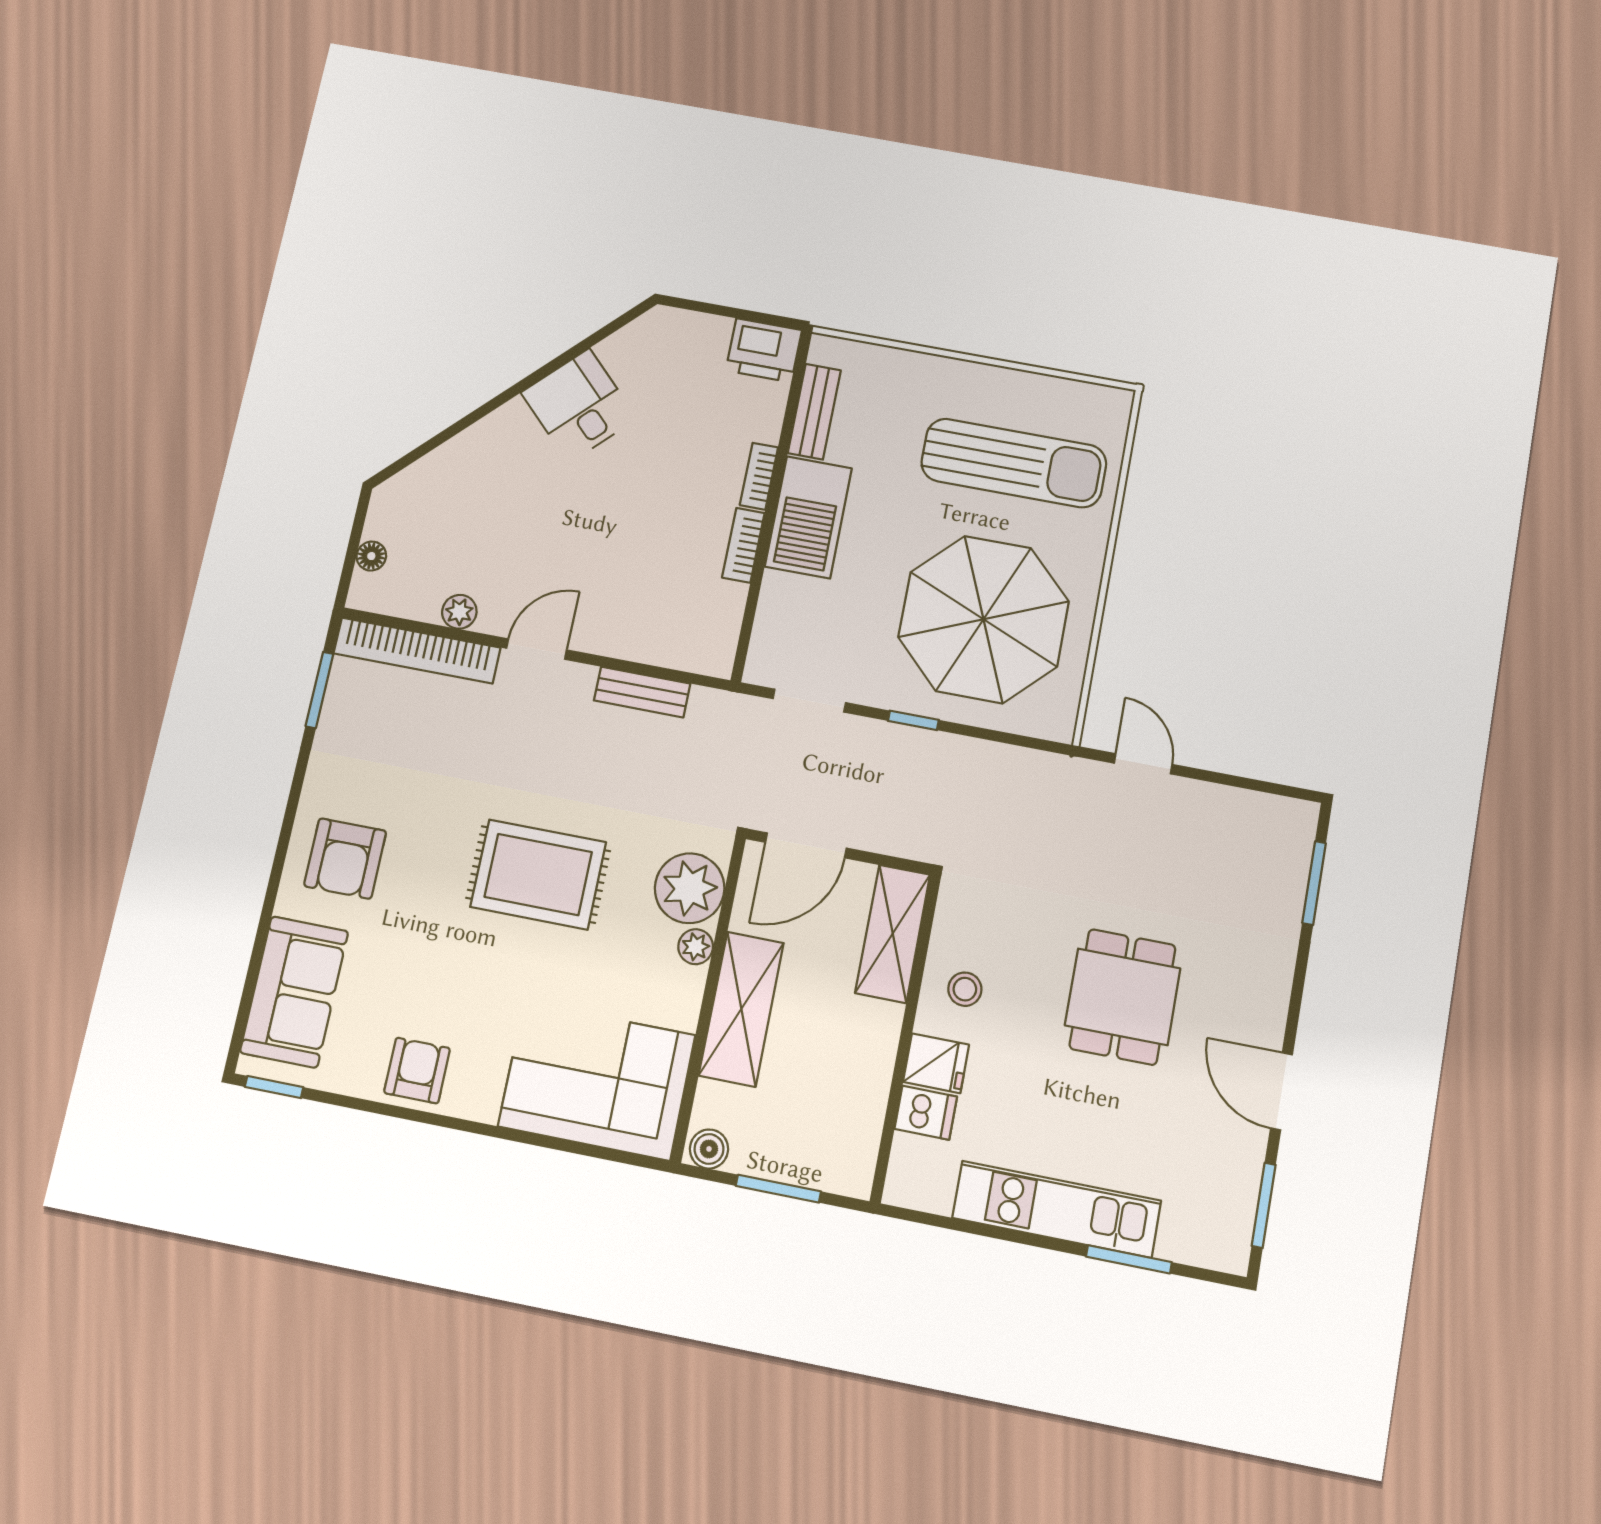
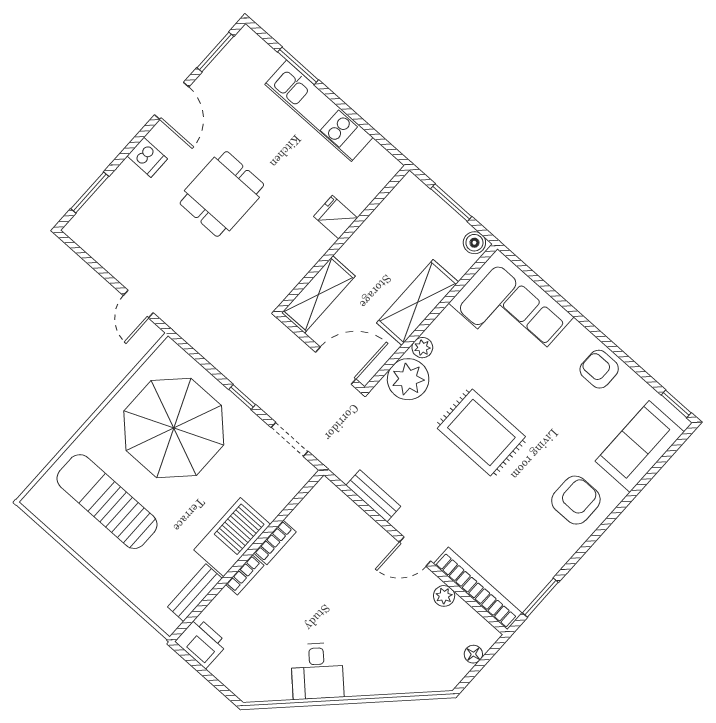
stool: (965, 989) -> (299, 245), removed
armchair: (417, 1071) -> (599, 369), turned 90
dishwasher: (926, 1113) -> (147, 157), moved, turned 180

